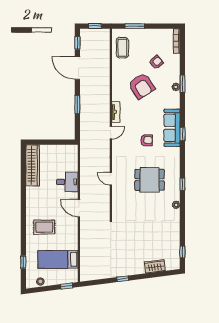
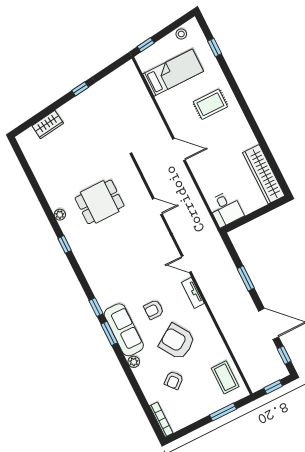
window: (182, 84) -> (109, 333), moved
sofa: (172, 128) -> (124, 330), moved
door: (111, 133) -> (186, 264), hinge flipped
armchair: (147, 140) -> (154, 310), moved
dining table: (150, 180) -> (100, 202), moved
desk: (67, 182) -> (226, 209), moved, turned -90
window: (182, 252) -> (22, 160), removed

